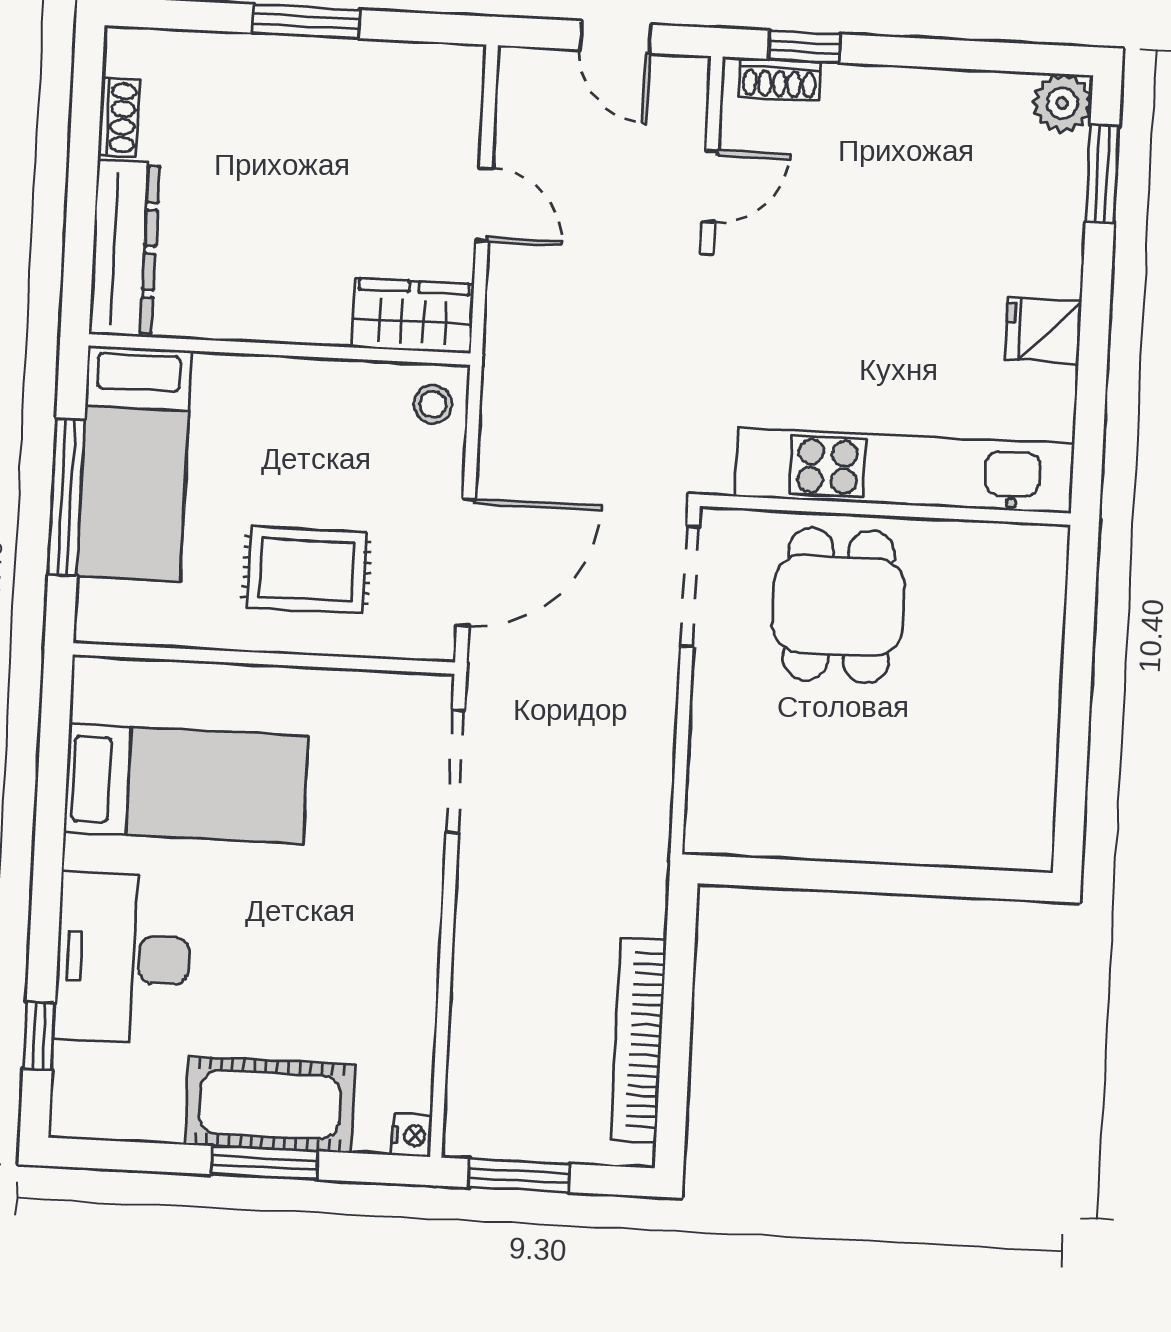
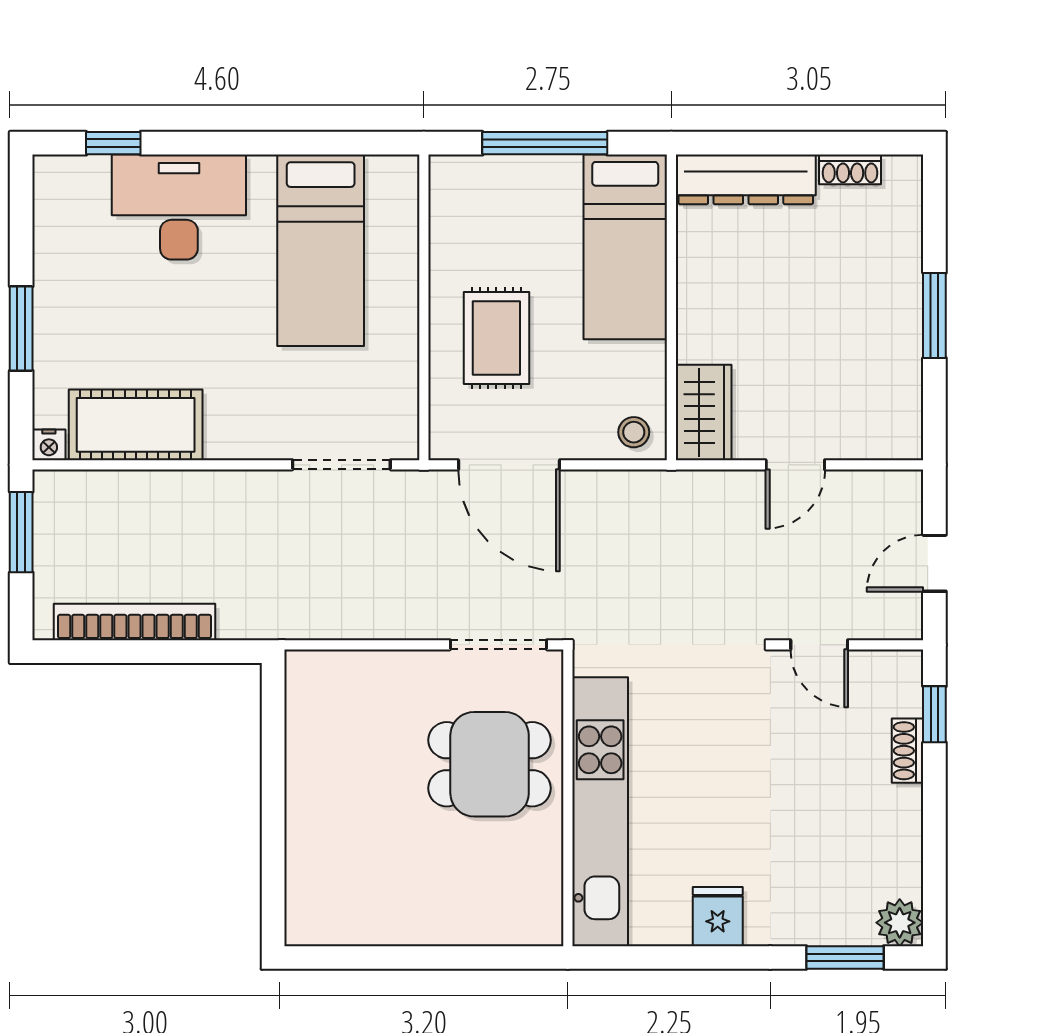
shoe rack: (780, 79) -> (908, 751), moved
bed: (134, 464) -> (625, 247), moved, turned -90
cot: (270, 1105) -> (136, 425), moved, turned 90

